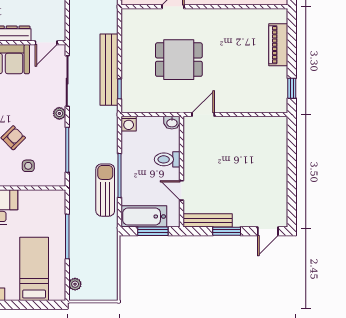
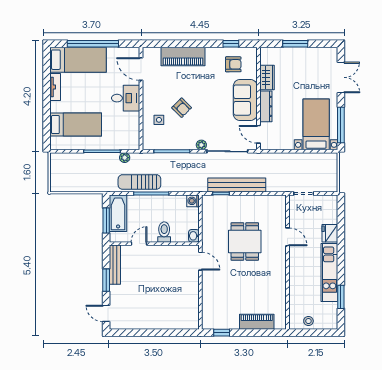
sun lounger: (105, 190) -> (139, 182), turned 180
plant: (75, 284) -> (125, 158), moved

